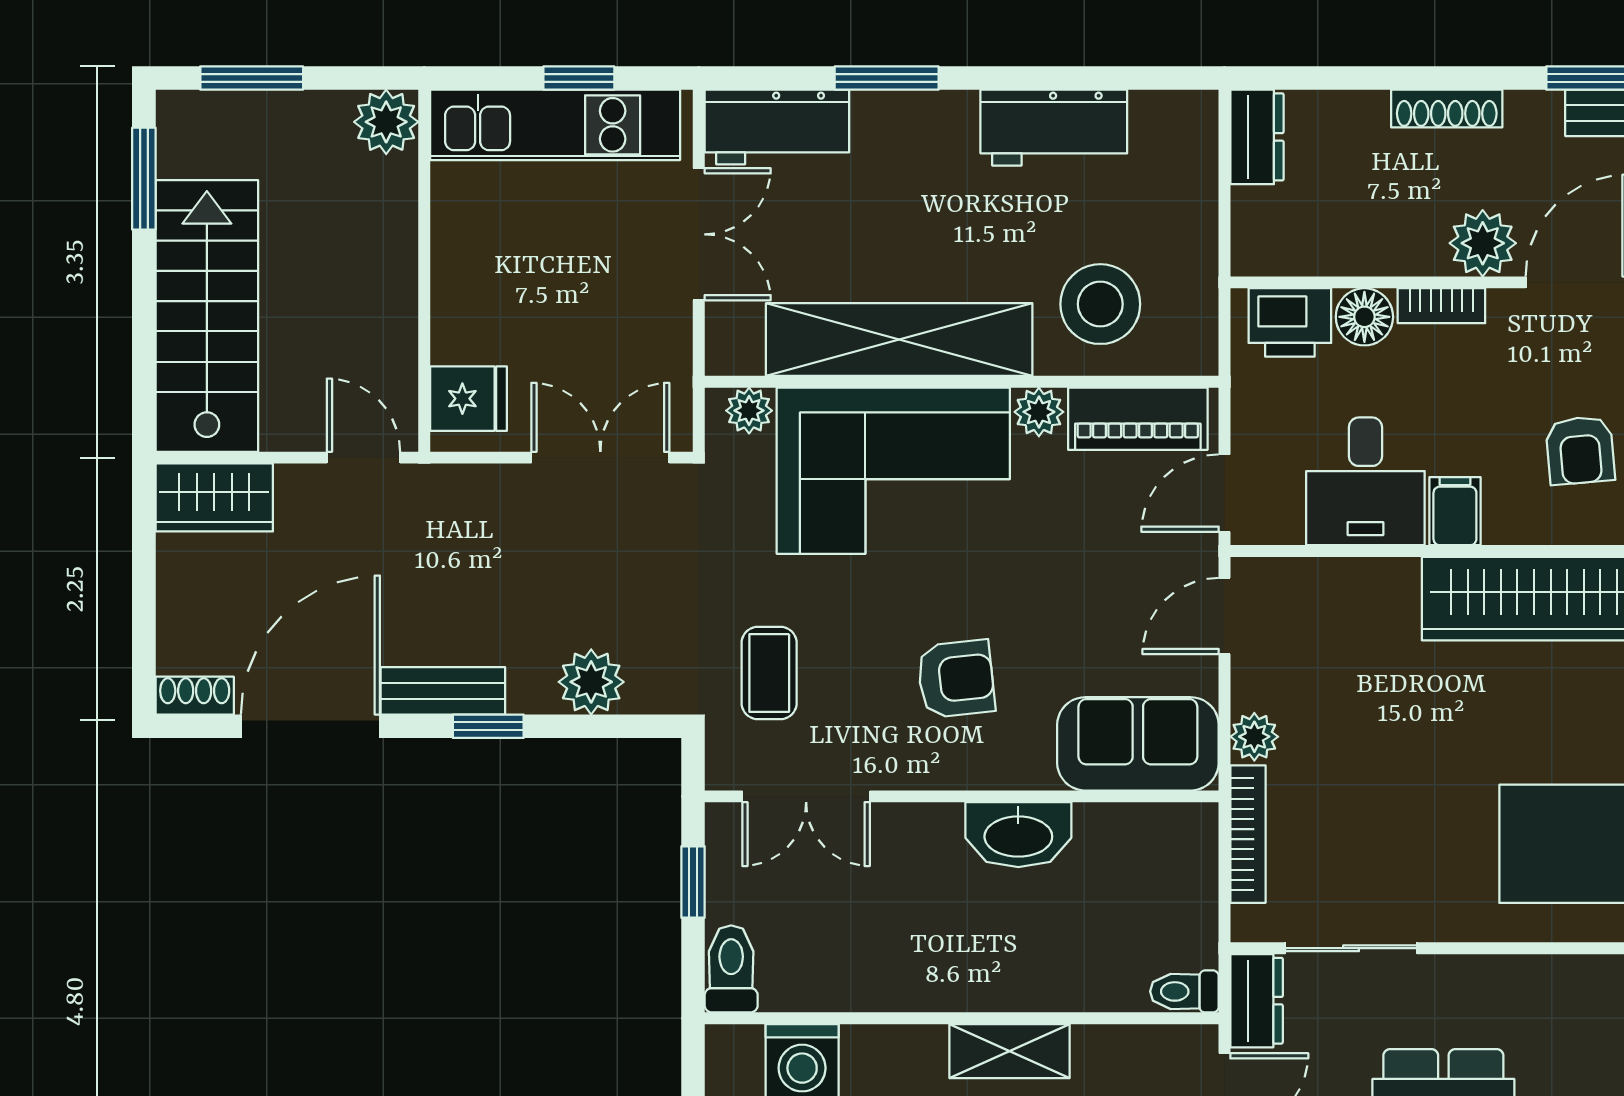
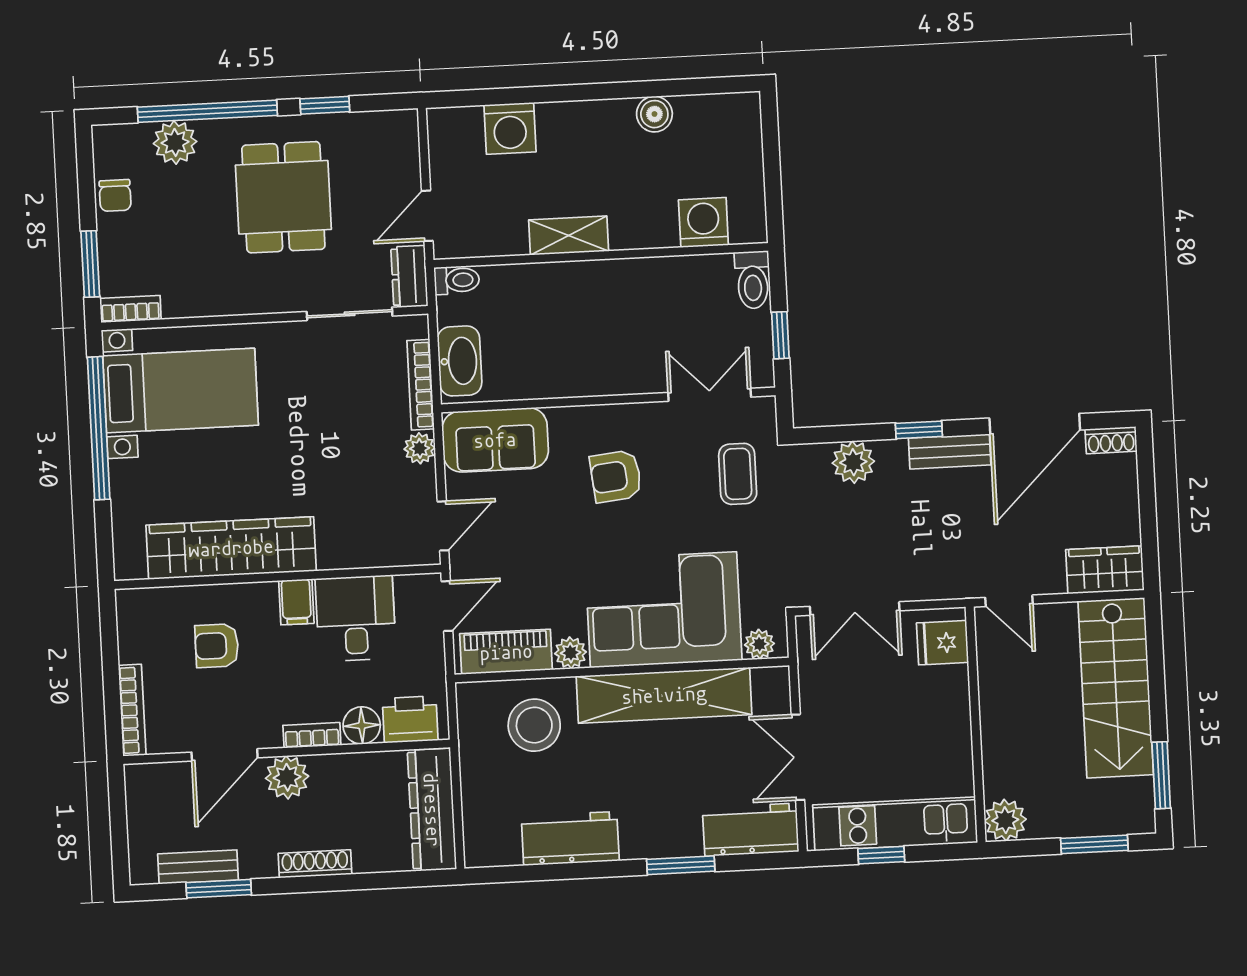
dresser: (1257, 137) -> (432, 810), width x1.96, depth x1.24
armchair: (1580, 450) -> (217, 646), turned -85
washbasin: (1018, 835) -> (460, 361), moved, turned 90

